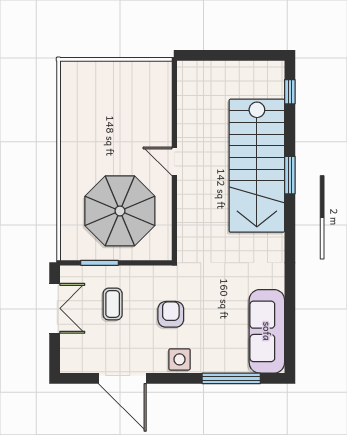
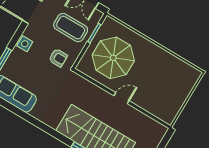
coffee table: (113, 304) -> (71, 28), width x1.86, depth x1.72
armchair: (171, 314) -> (58, 58), moved

